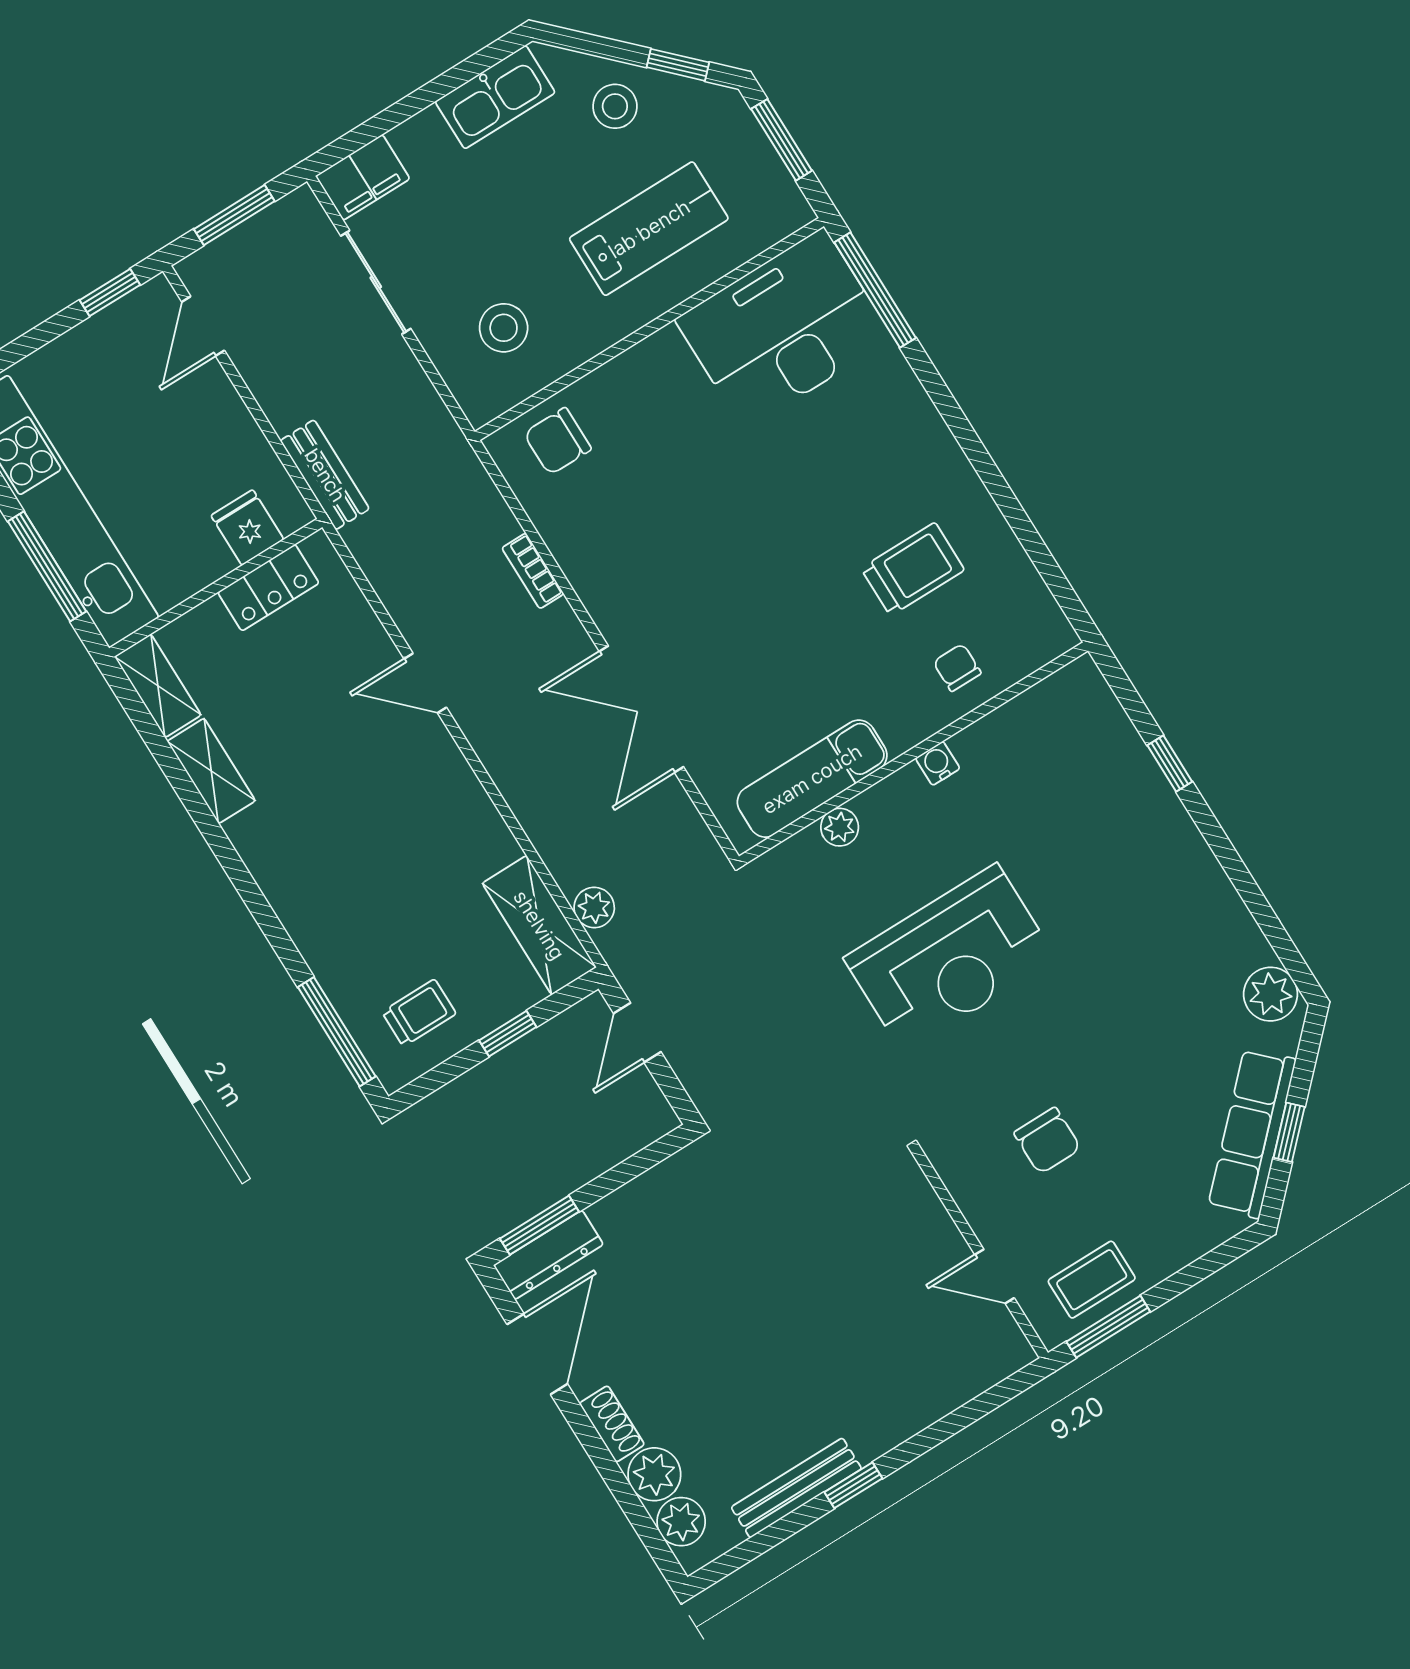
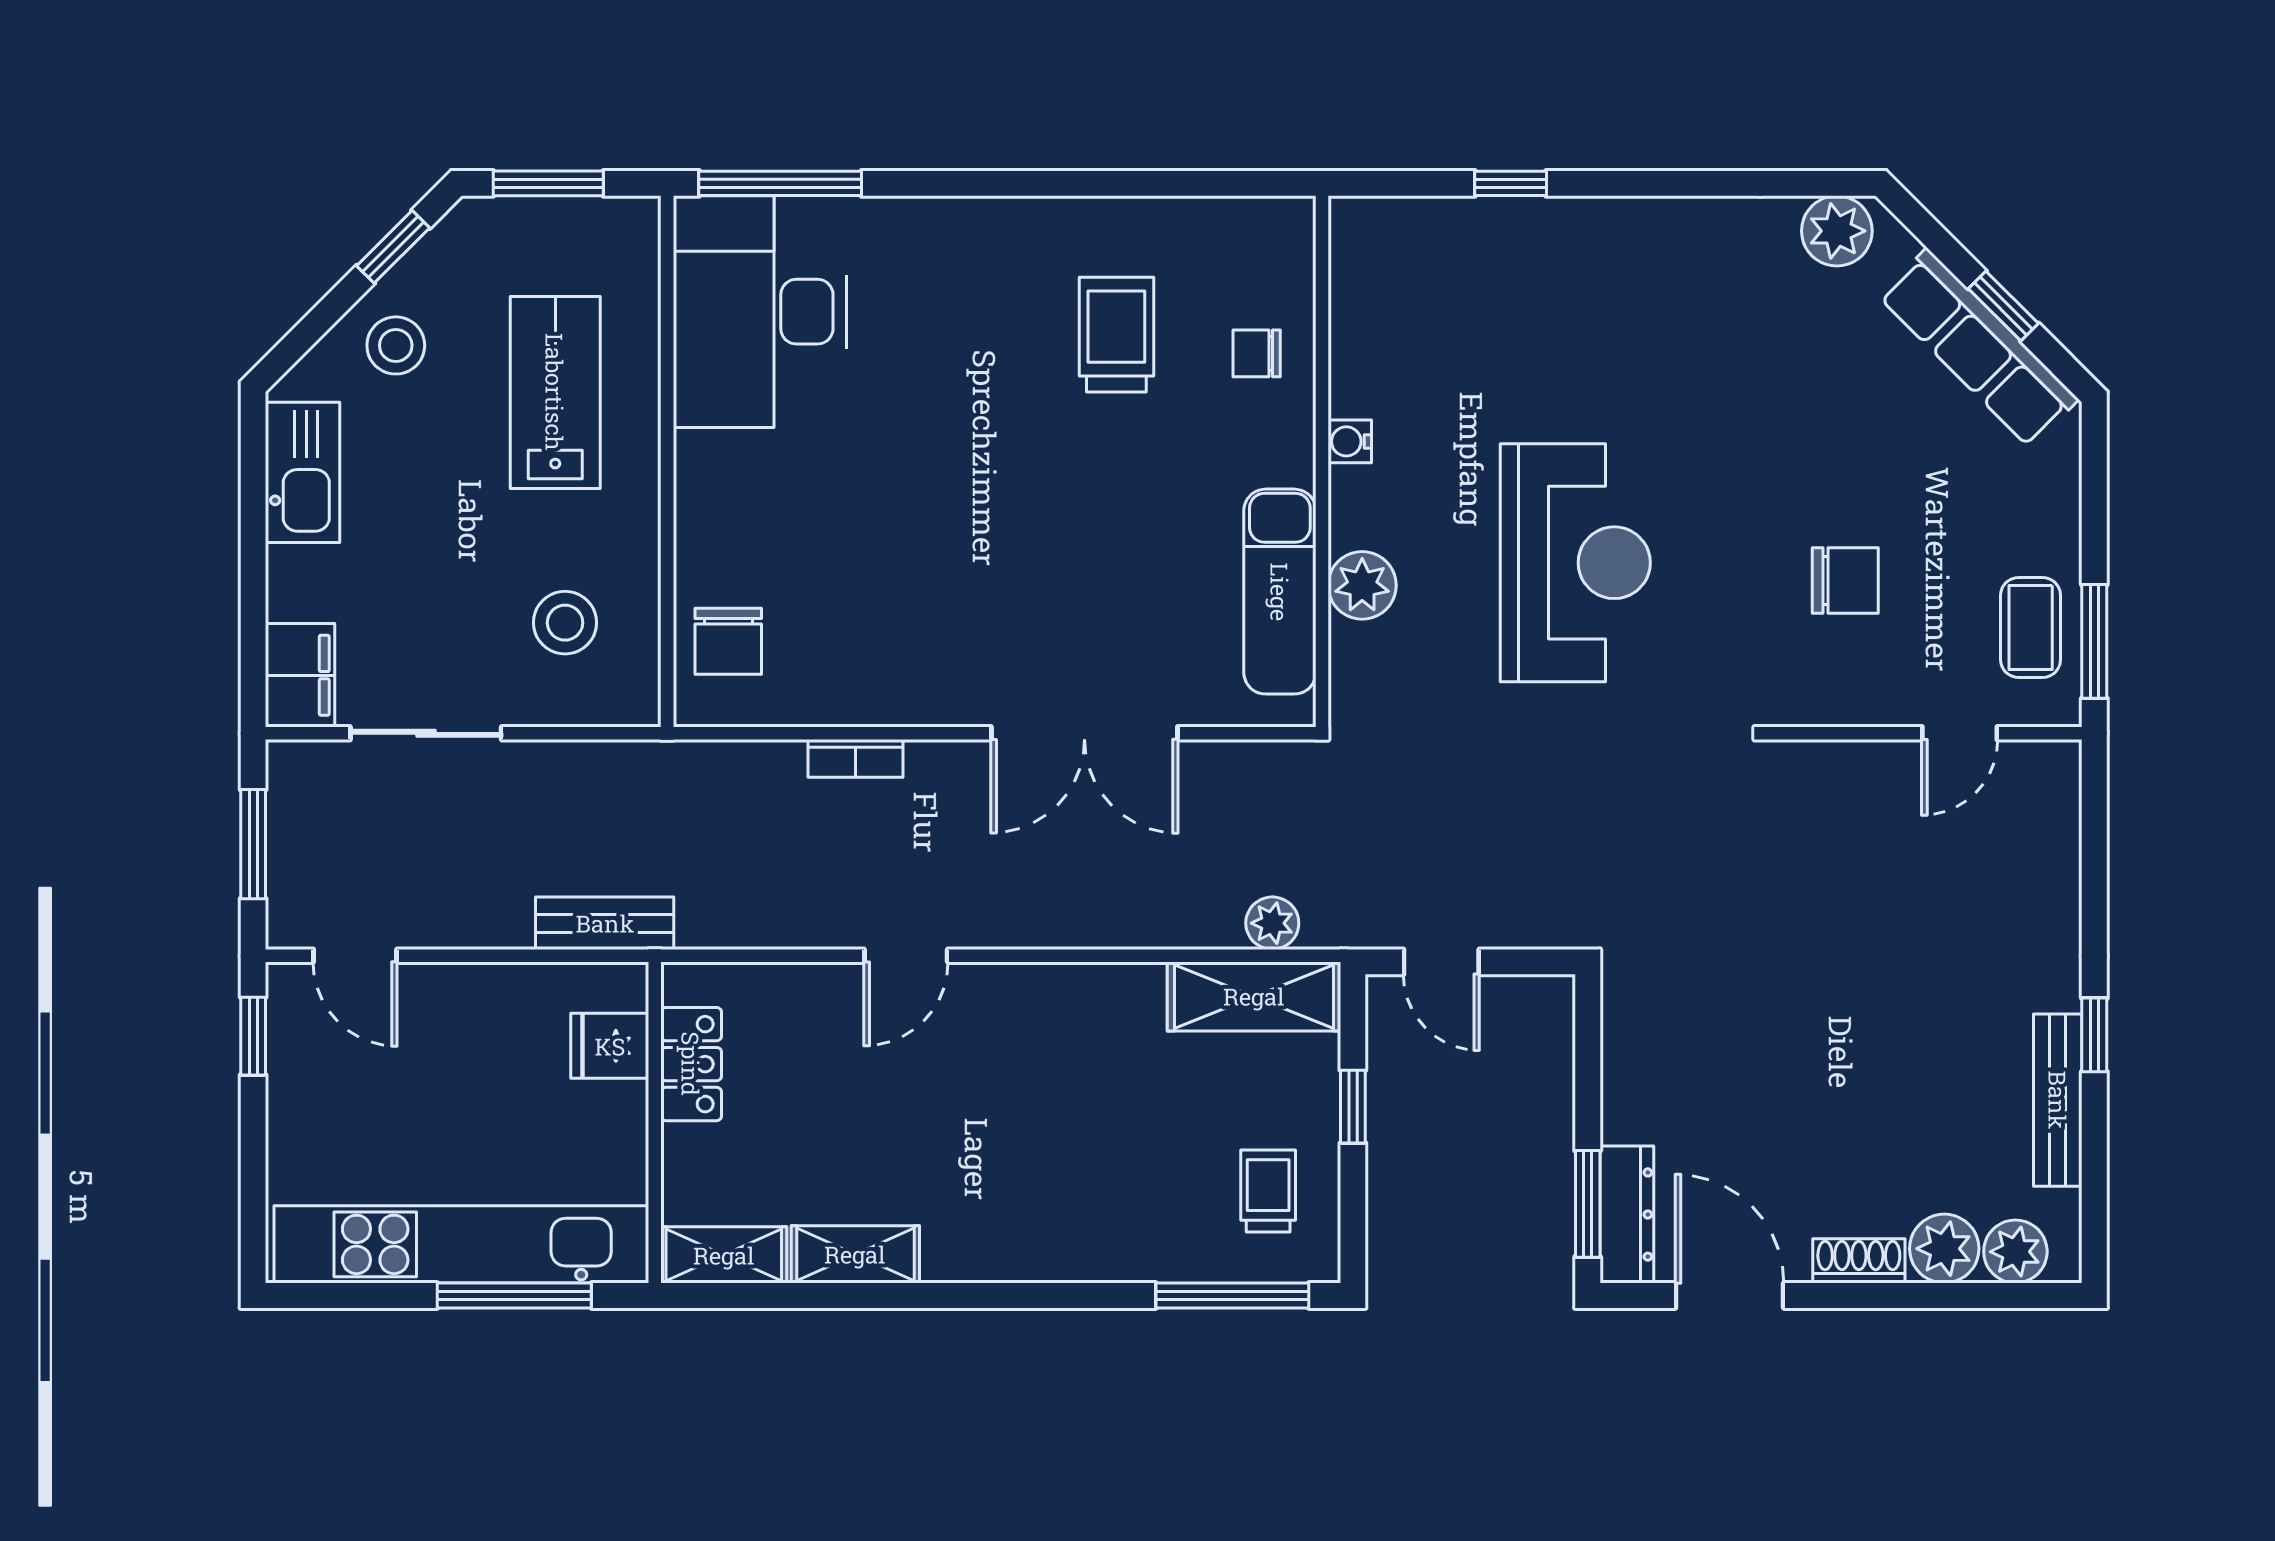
plant: (840, 827) -> (1362, 585), width x1.38, depth x1.38

